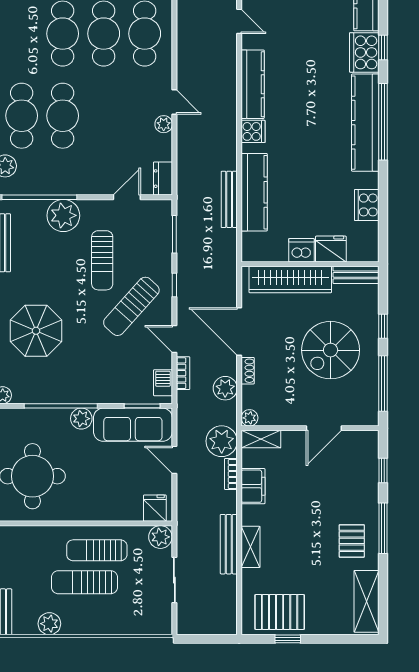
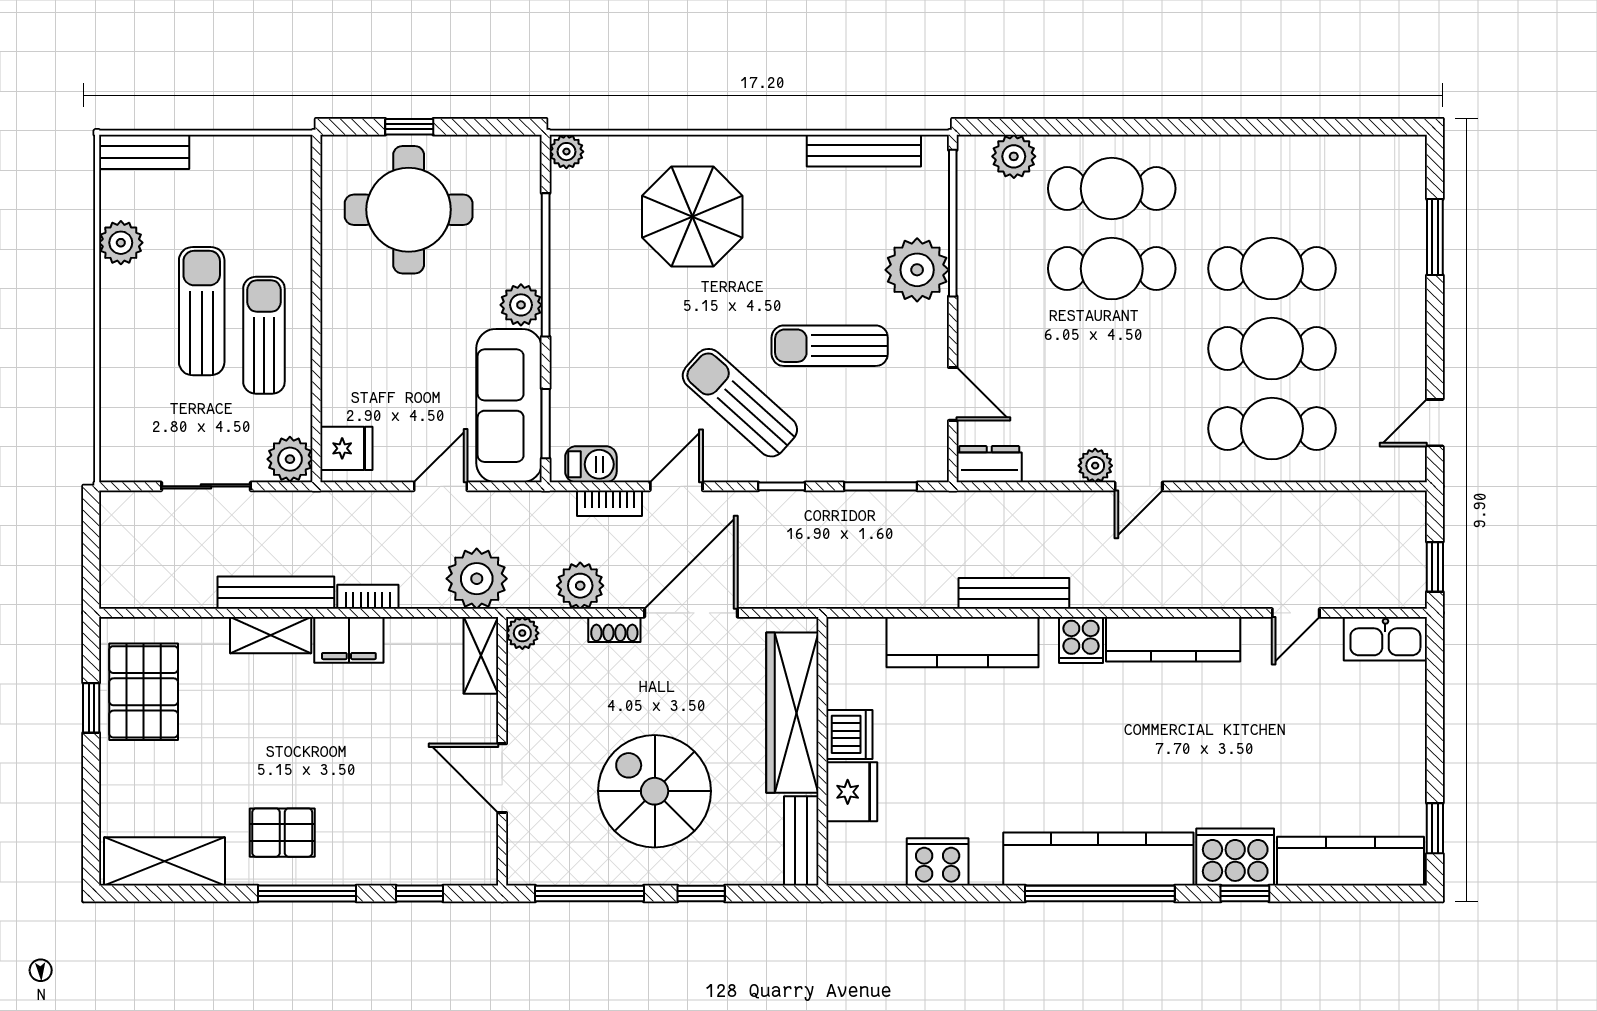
bench: (229, 199) -> (1014, 593), moved
bookcase: (231, 474) -> (368, 597), moved
filing cabinet: (253, 486) -> (349, 640), moved

